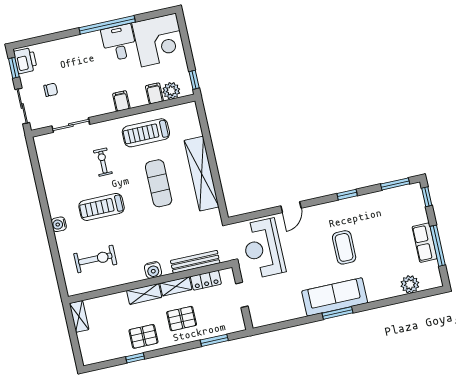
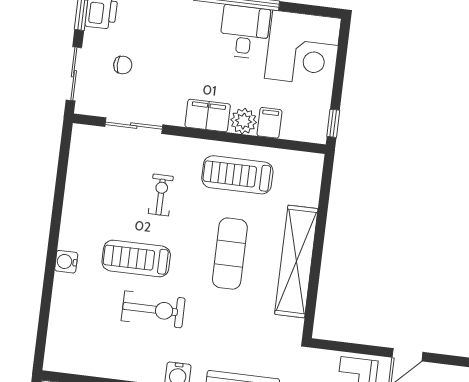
plant: (171, 91) -> (244, 121), moved
filing cabinet: (121, 101) -> (208, 116), width x2.00
exercise bike: (95, 259) -> (153, 309), moved

